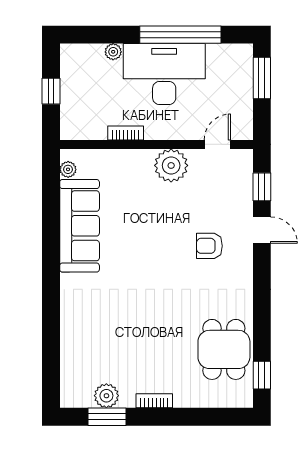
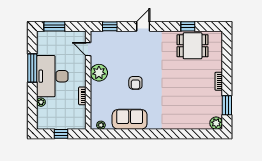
window: (180, 35) -> (32, 68), width x0.68
sofa: (80, 226) -> (130, 119), width x0.73
door: (262, 230) -> (143, 26), moved
armchair: (209, 246) -> (135, 83), moved
window: (262, 375) -> (188, 26), moved
plant: (106, 396) -> (216, 123), moved

